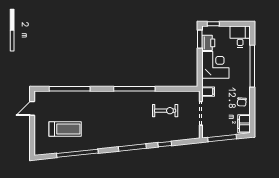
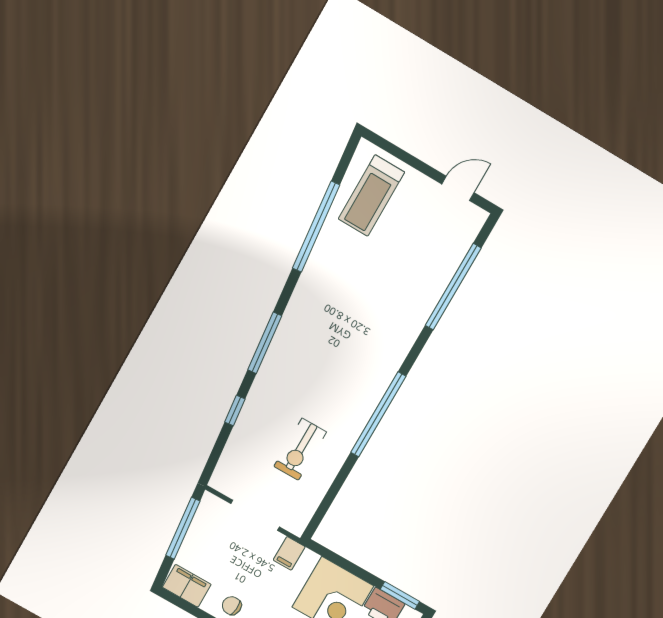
door: (32, 108) -> (458, 188), hinge flipped
treadmill: (65, 129) -> (371, 196), moved

